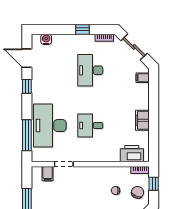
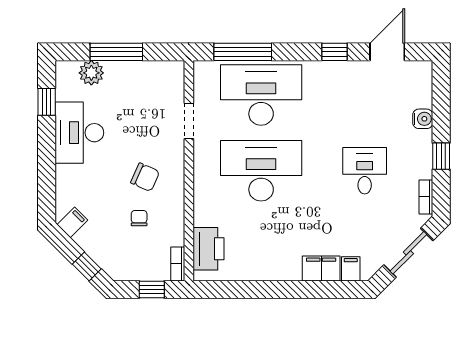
water cooler: (46, 39) -> (423, 119), moved
desk: (90, 70) -> (365, 171), width x0.73
filing cabinet: (142, 120) -> (321, 268), moved
desk: (90, 126) -> (261, 171), width x1.87, depth x1.30
filing cabinet: (48, 174) -> (171, 91), removed
chair: (138, 192) -> (145, 177), moved

